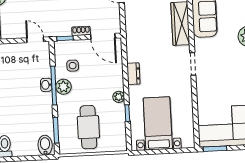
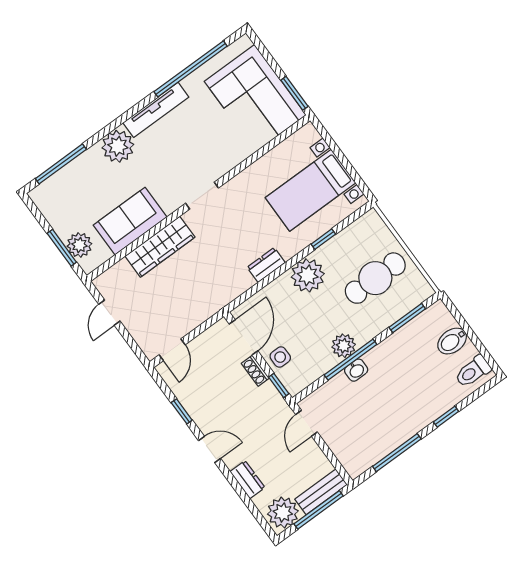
side table: (73, 66) -> (280, 357), moved
plant: (119, 97) -> (308, 275), width x1.88, depth x1.88
bidet: (45, 145) -> (452, 341), moved

